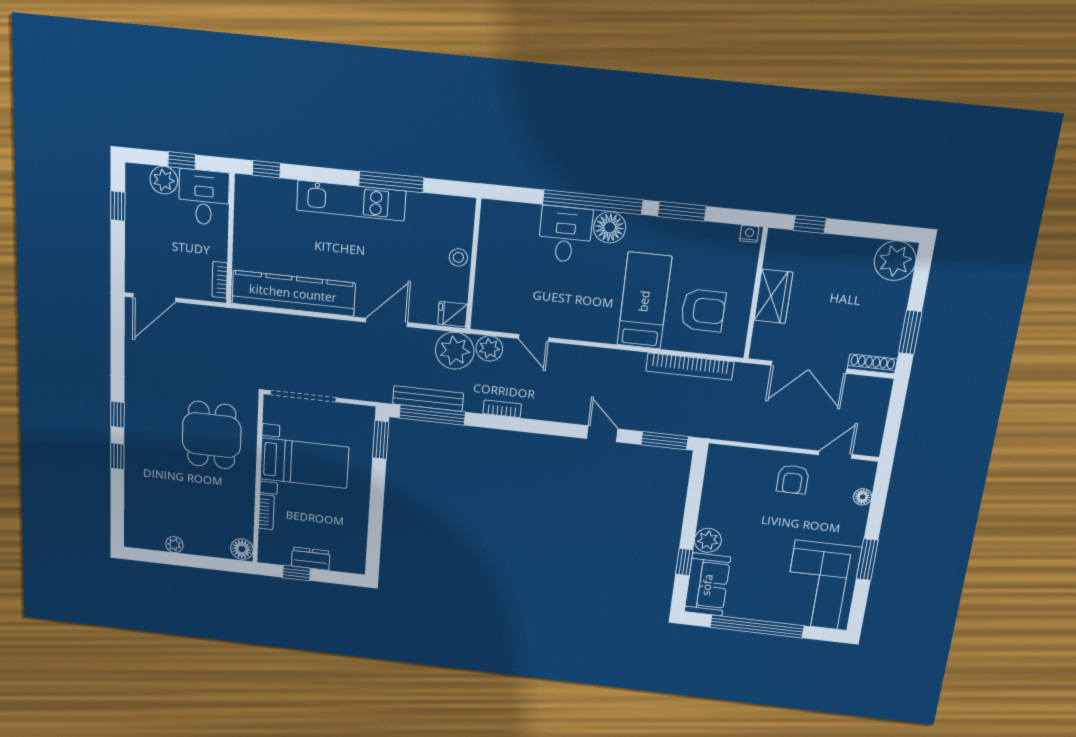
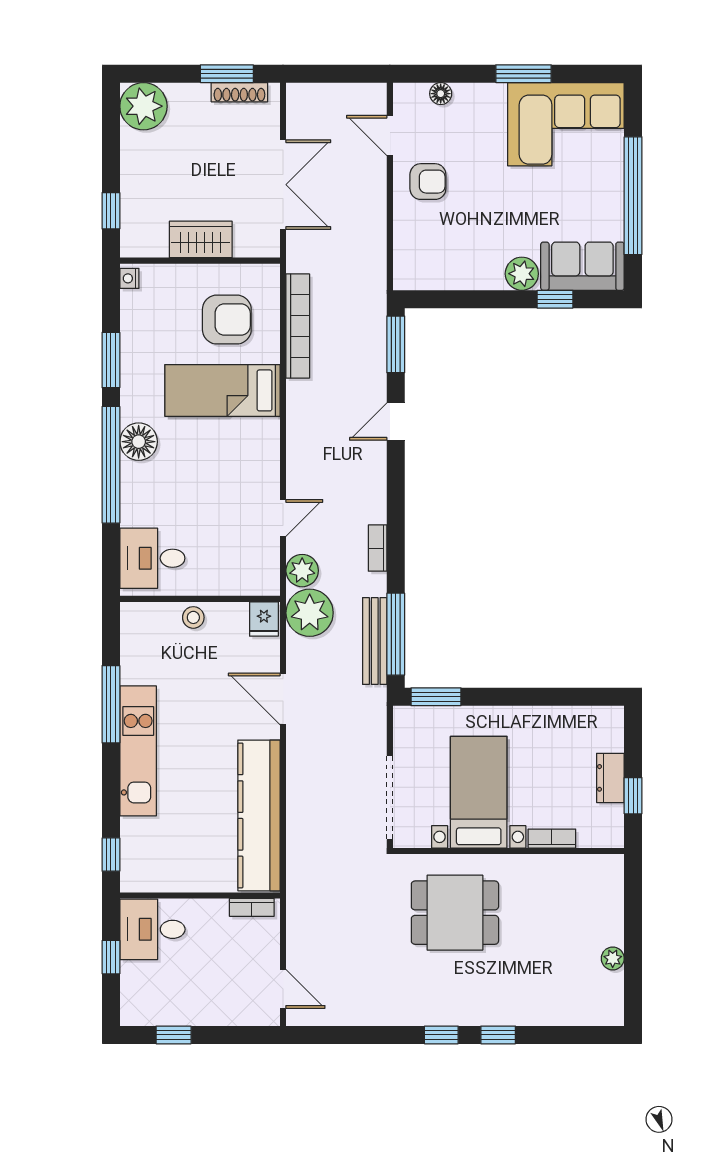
plant: (164, 180) -> (137, 979), removed
desk: (565, 234) -> (152, 558), moved
door: (154, 298) -> (283, 989), width x0.73
armchair: (703, 310) -> (227, 320), turned 90
shoe rack: (872, 364) -> (239, 92), moved, turned -90
floor lamp: (242, 549) -> (608, 869), removed

